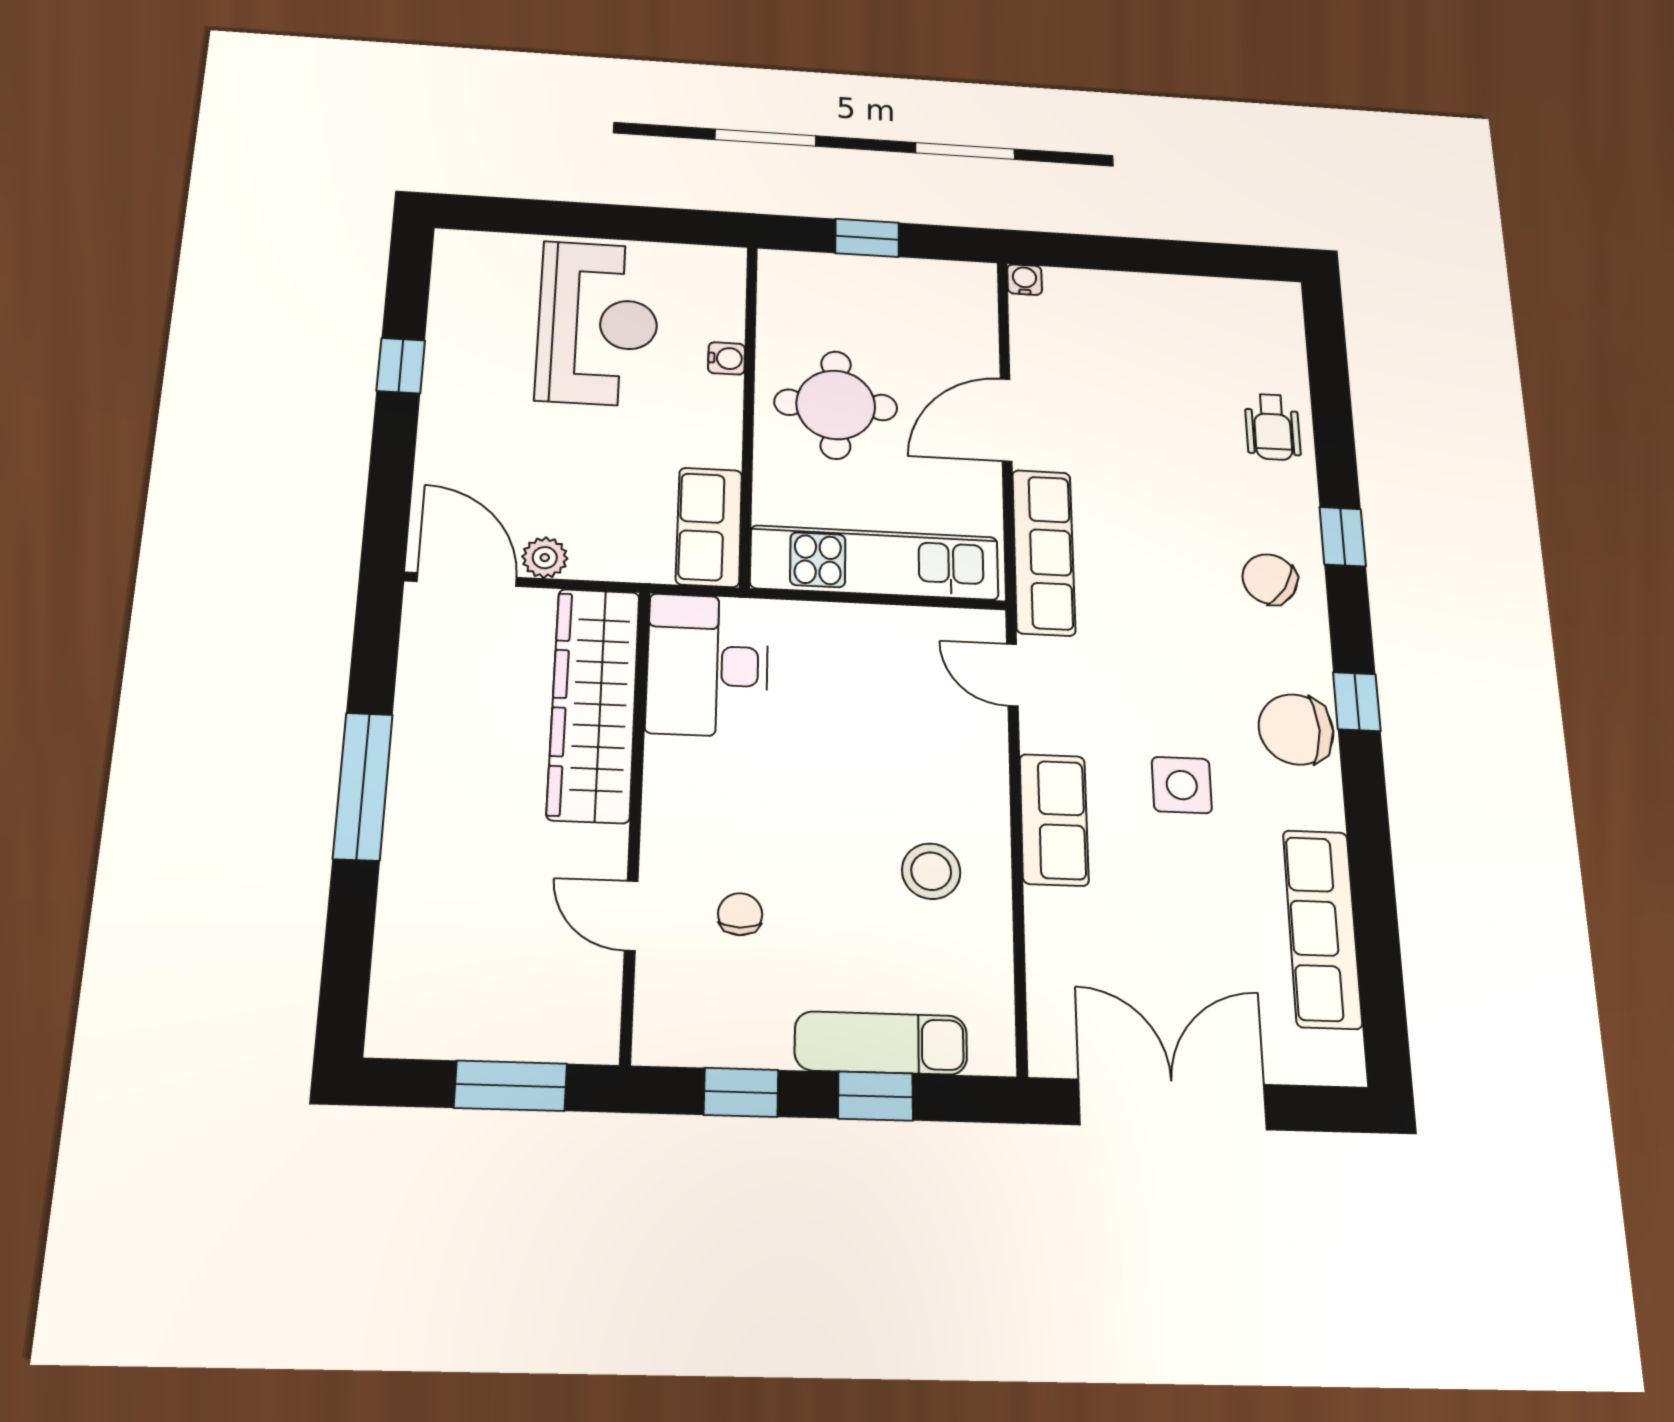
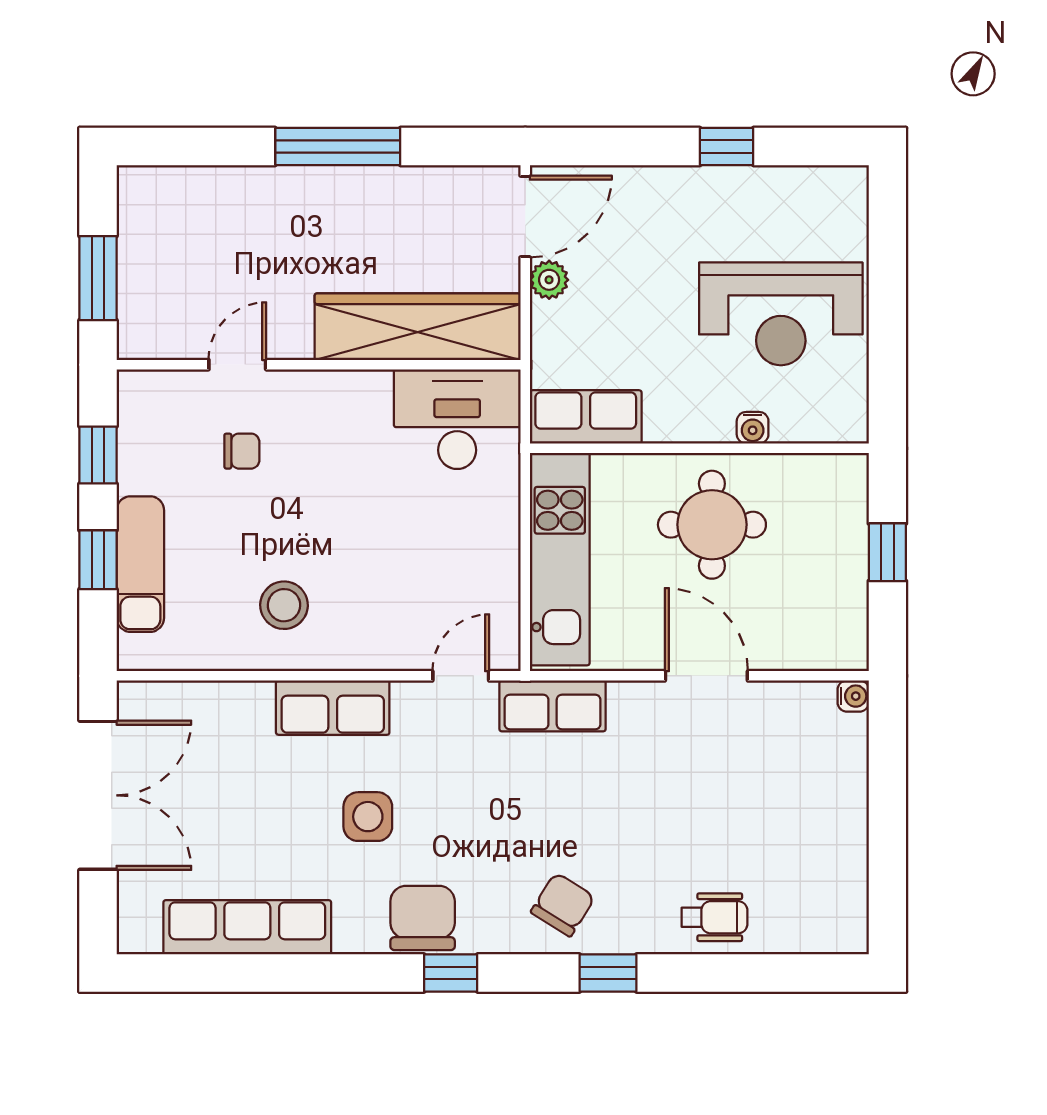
wheelchair: (1273, 427) -> (714, 917), turned 180
row of seats: (1044, 552) -> (553, 706), width x0.68

